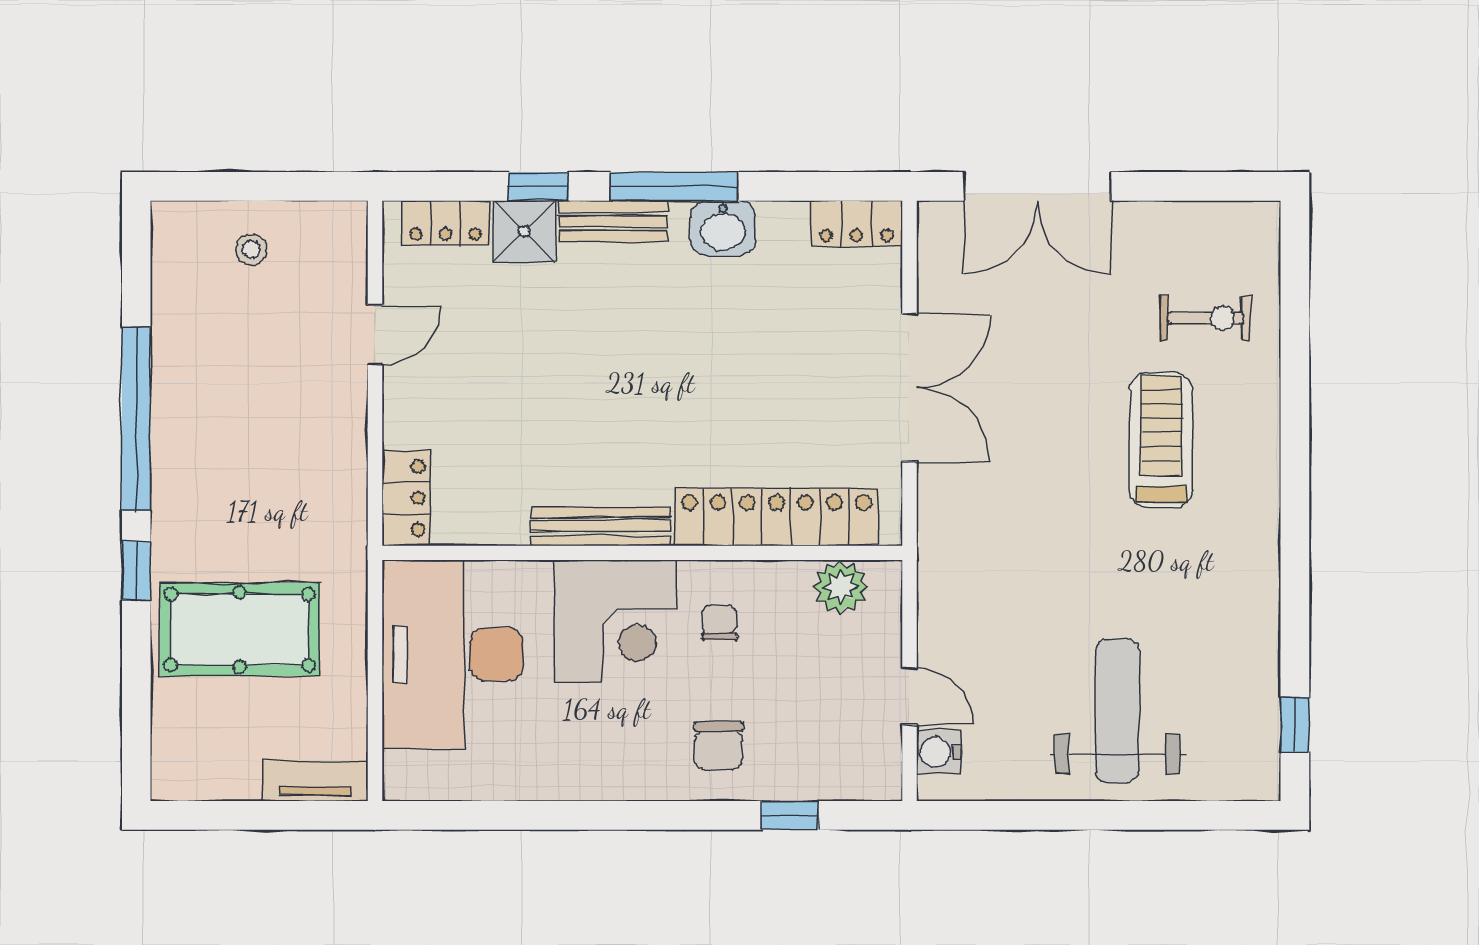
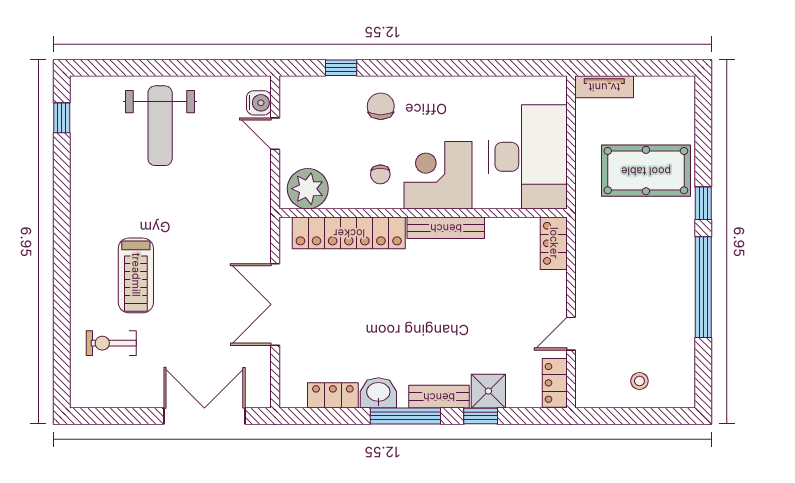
locker: (446, 223) -> (555, 383), moved, turned -90
locker: (857, 224) -> (333, 395), moved
plant: (841, 587) -> (308, 189), width x1.36, depth x1.36

